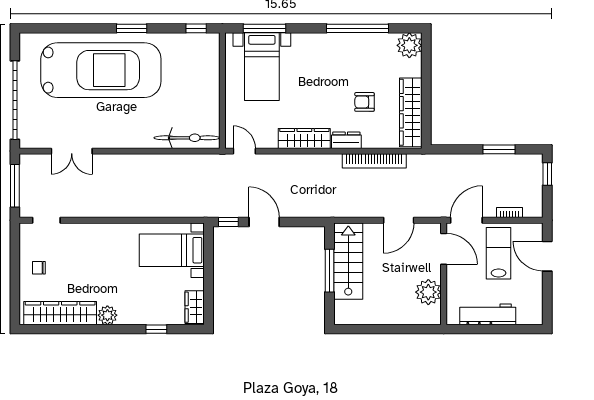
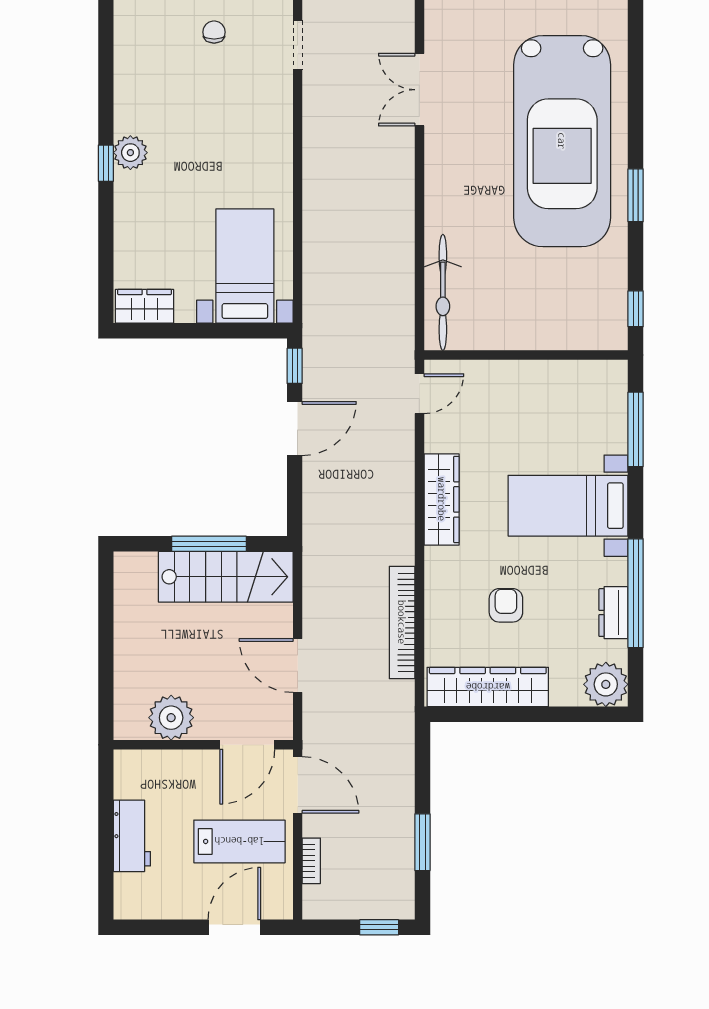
bed with nightstands: (262, 67) -> (568, 506), moved
dresser: (346, 140) -> (613, 613), moved, turned 180
wardrobe: (60, 313) -> (134, 69), removed
workbench: (488, 314) -> (132, 836), width x0.73
window: (156, 329) -> (106, 163), moved

